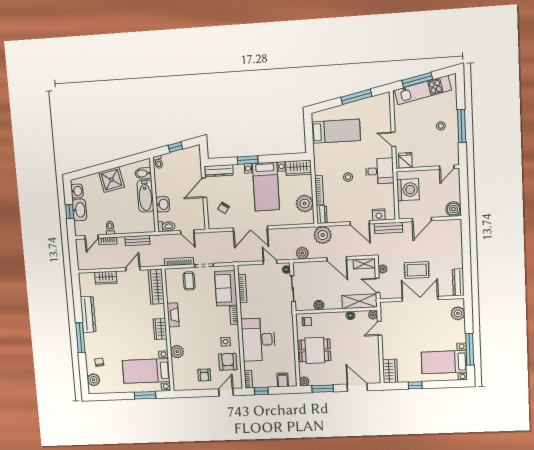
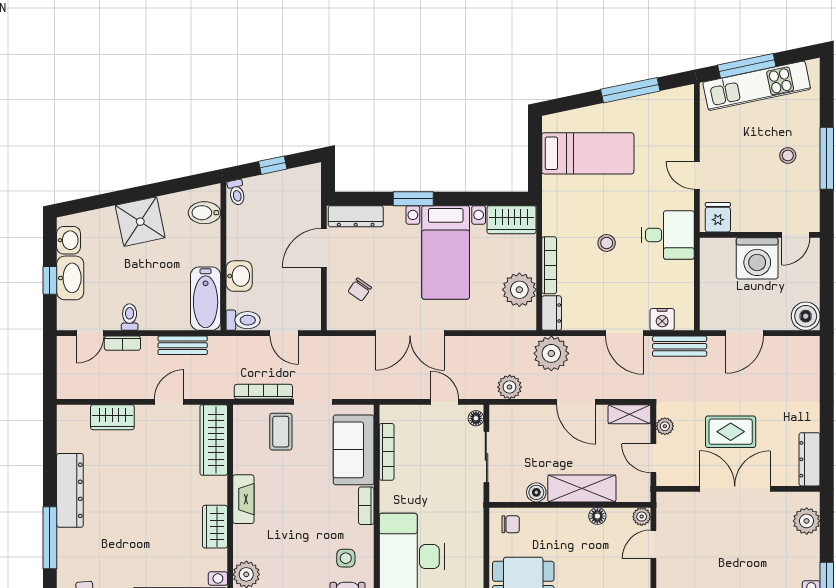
washing machine: (408, 190) -> (757, 258), moved, turned 90
bathtub: (145, 196) -> (206, 299), moved
shelving: (360, 301) -> (582, 488), moved

